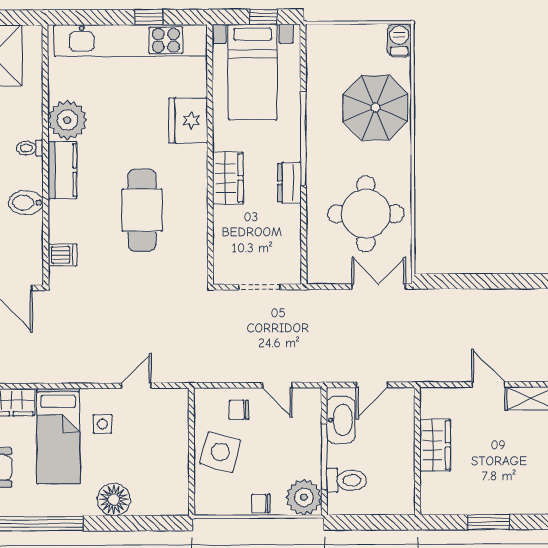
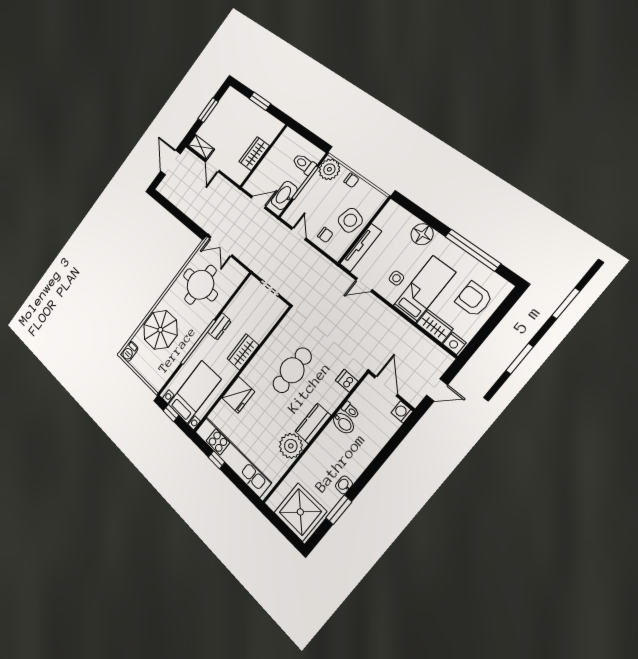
toilet: (30, 148) -> (350, 410), moved
tv unit: (178, 428) -> (361, 248), added

